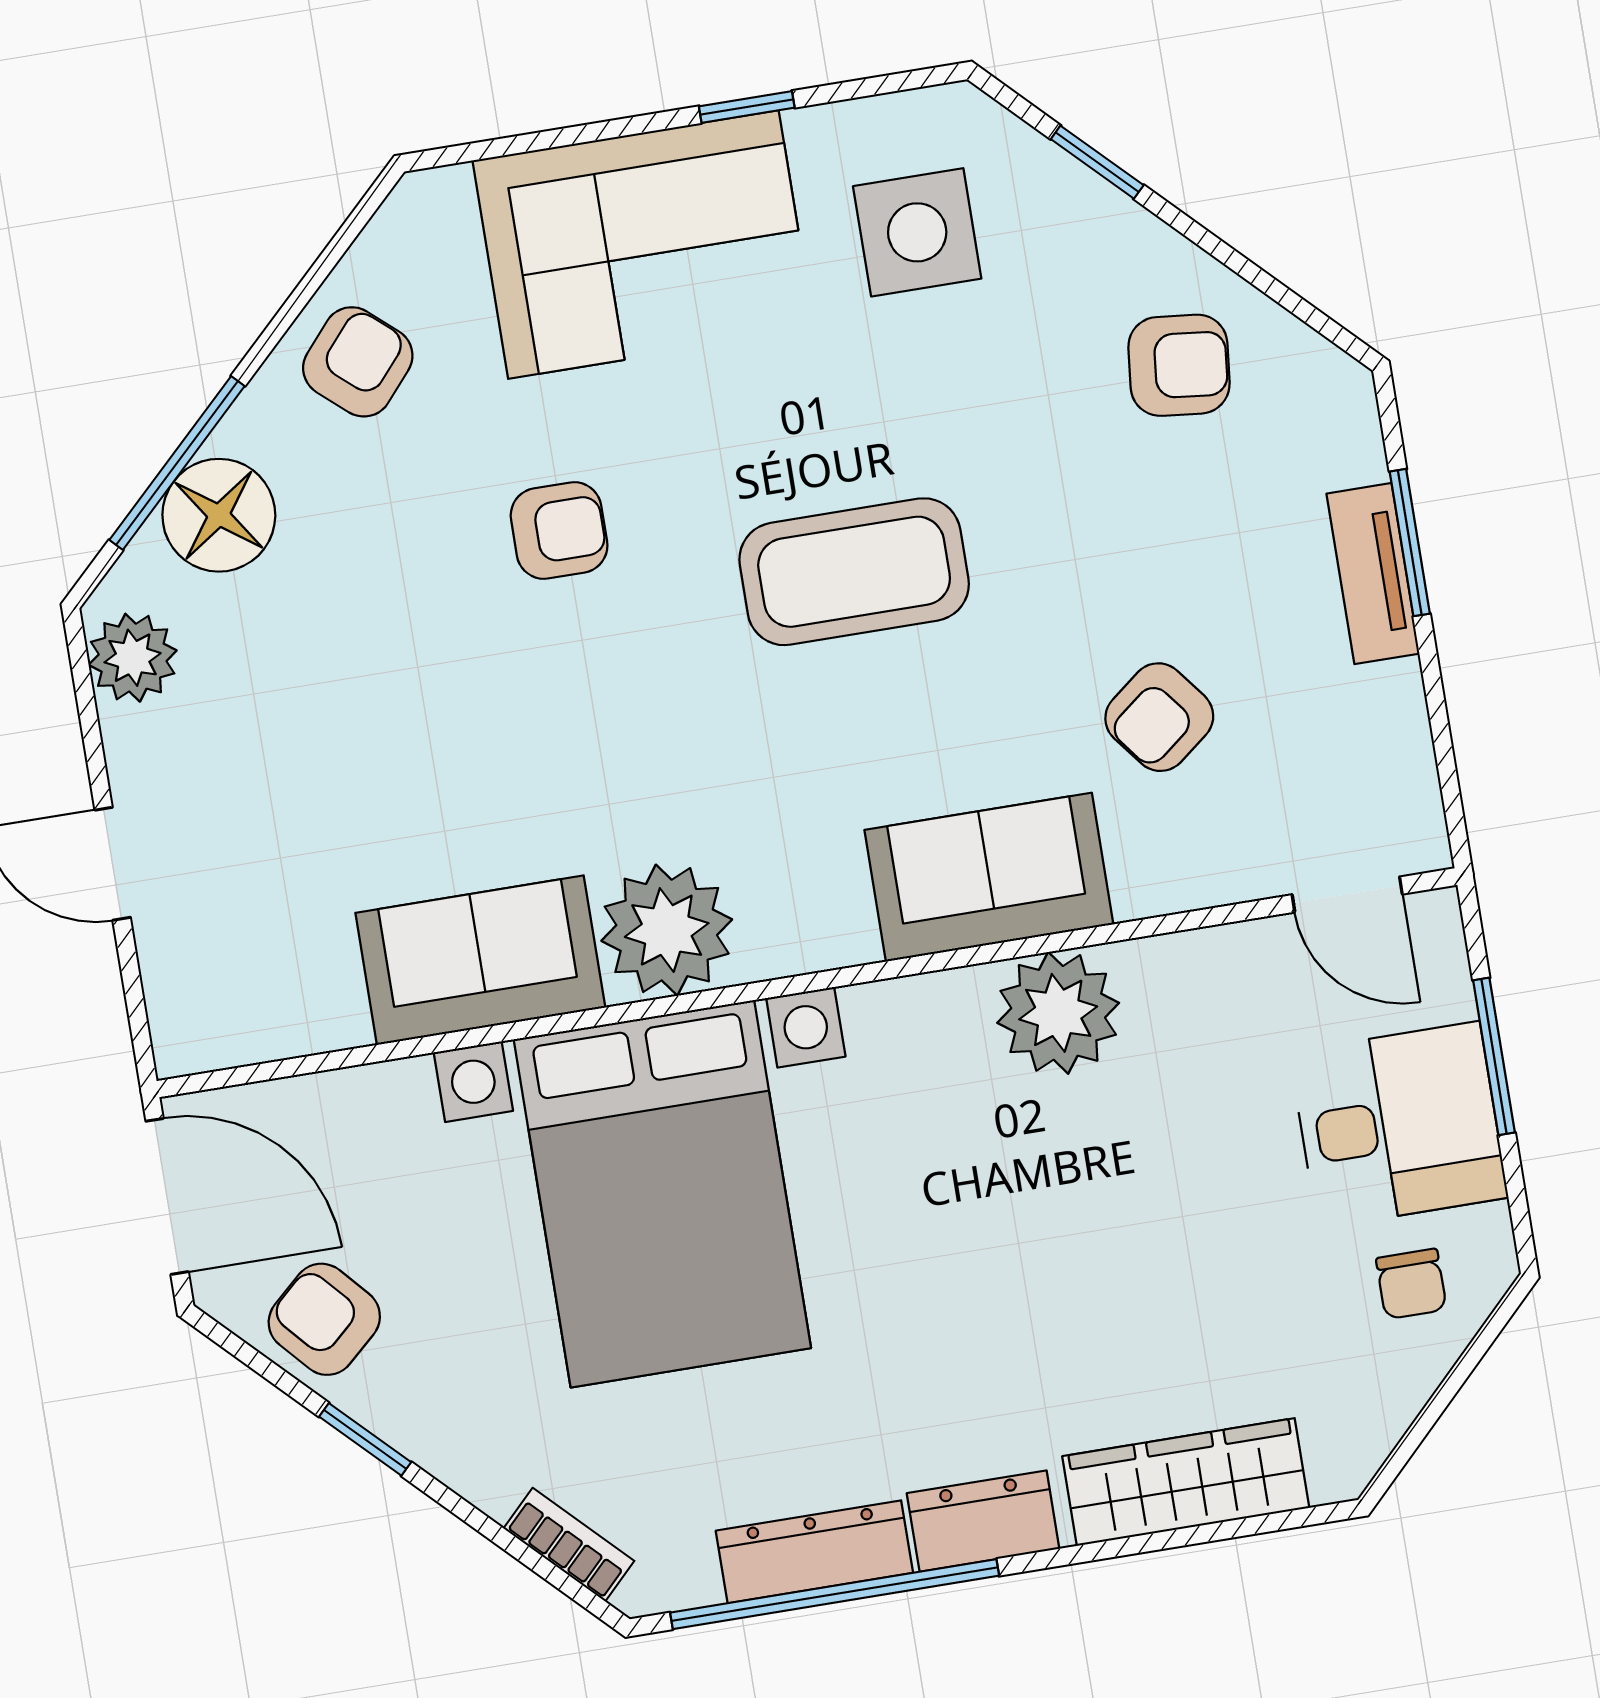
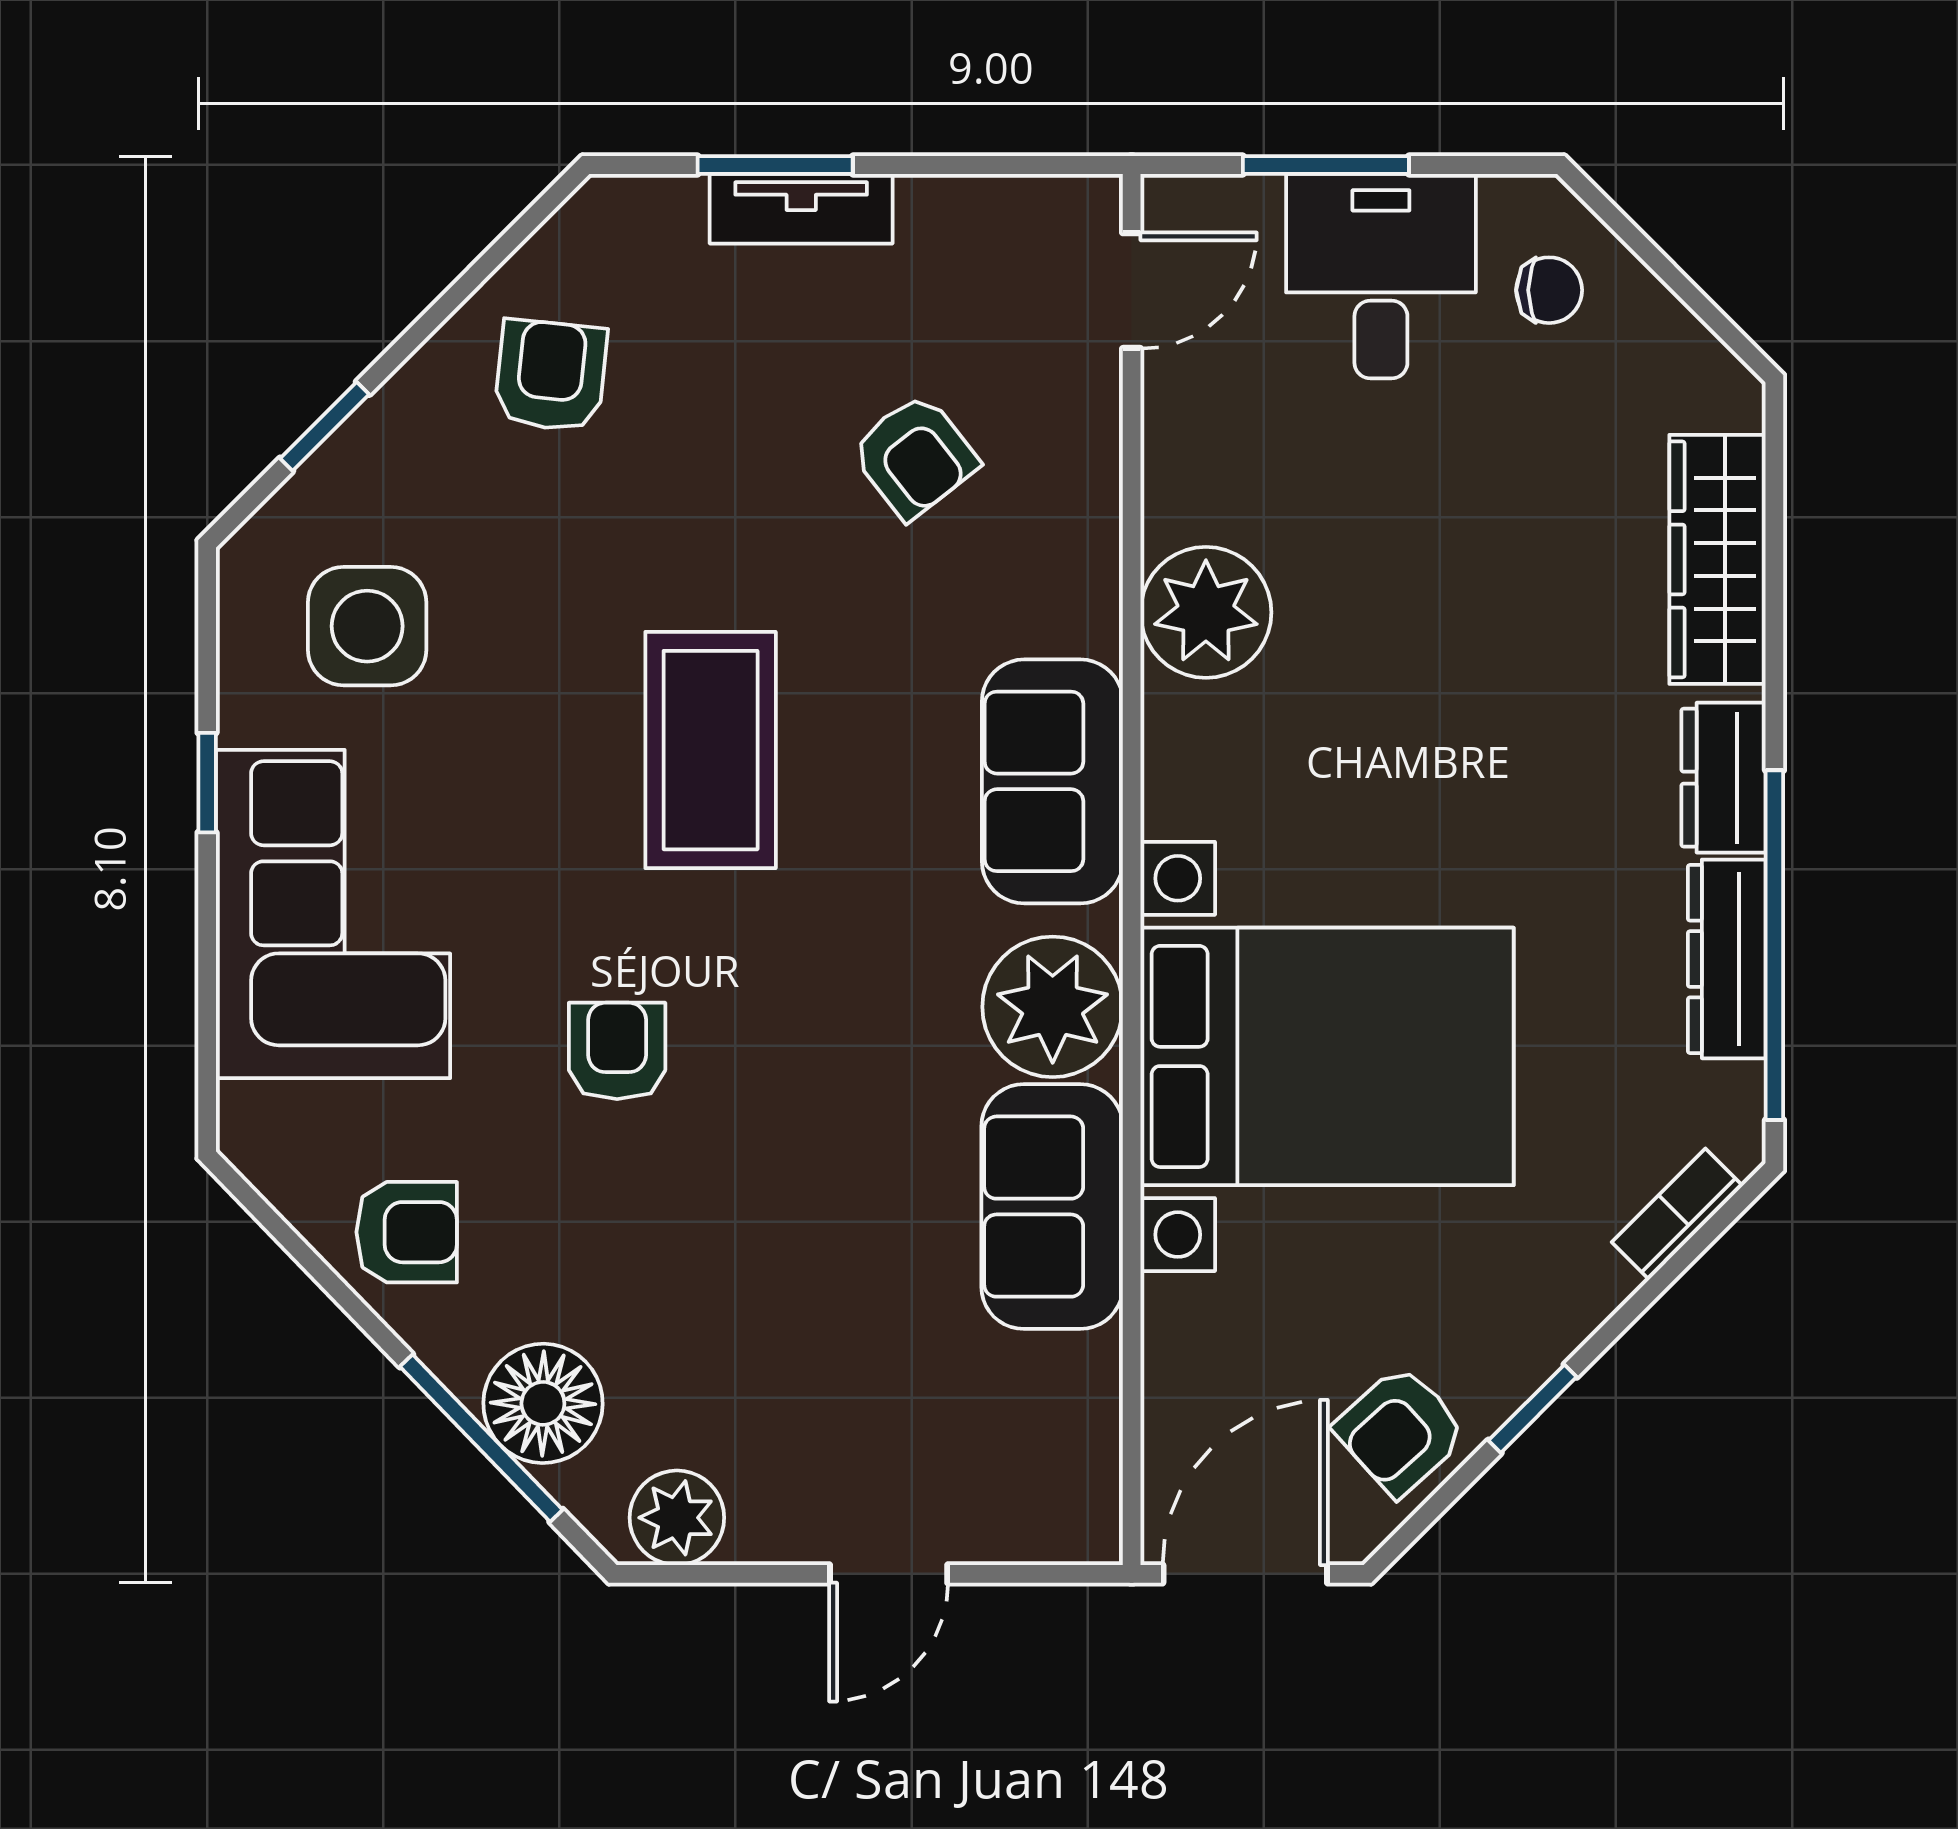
armchair: (358, 362) -> (407, 1232), turned 139
sofa: (989, 877) -> (1052, 781), moved

